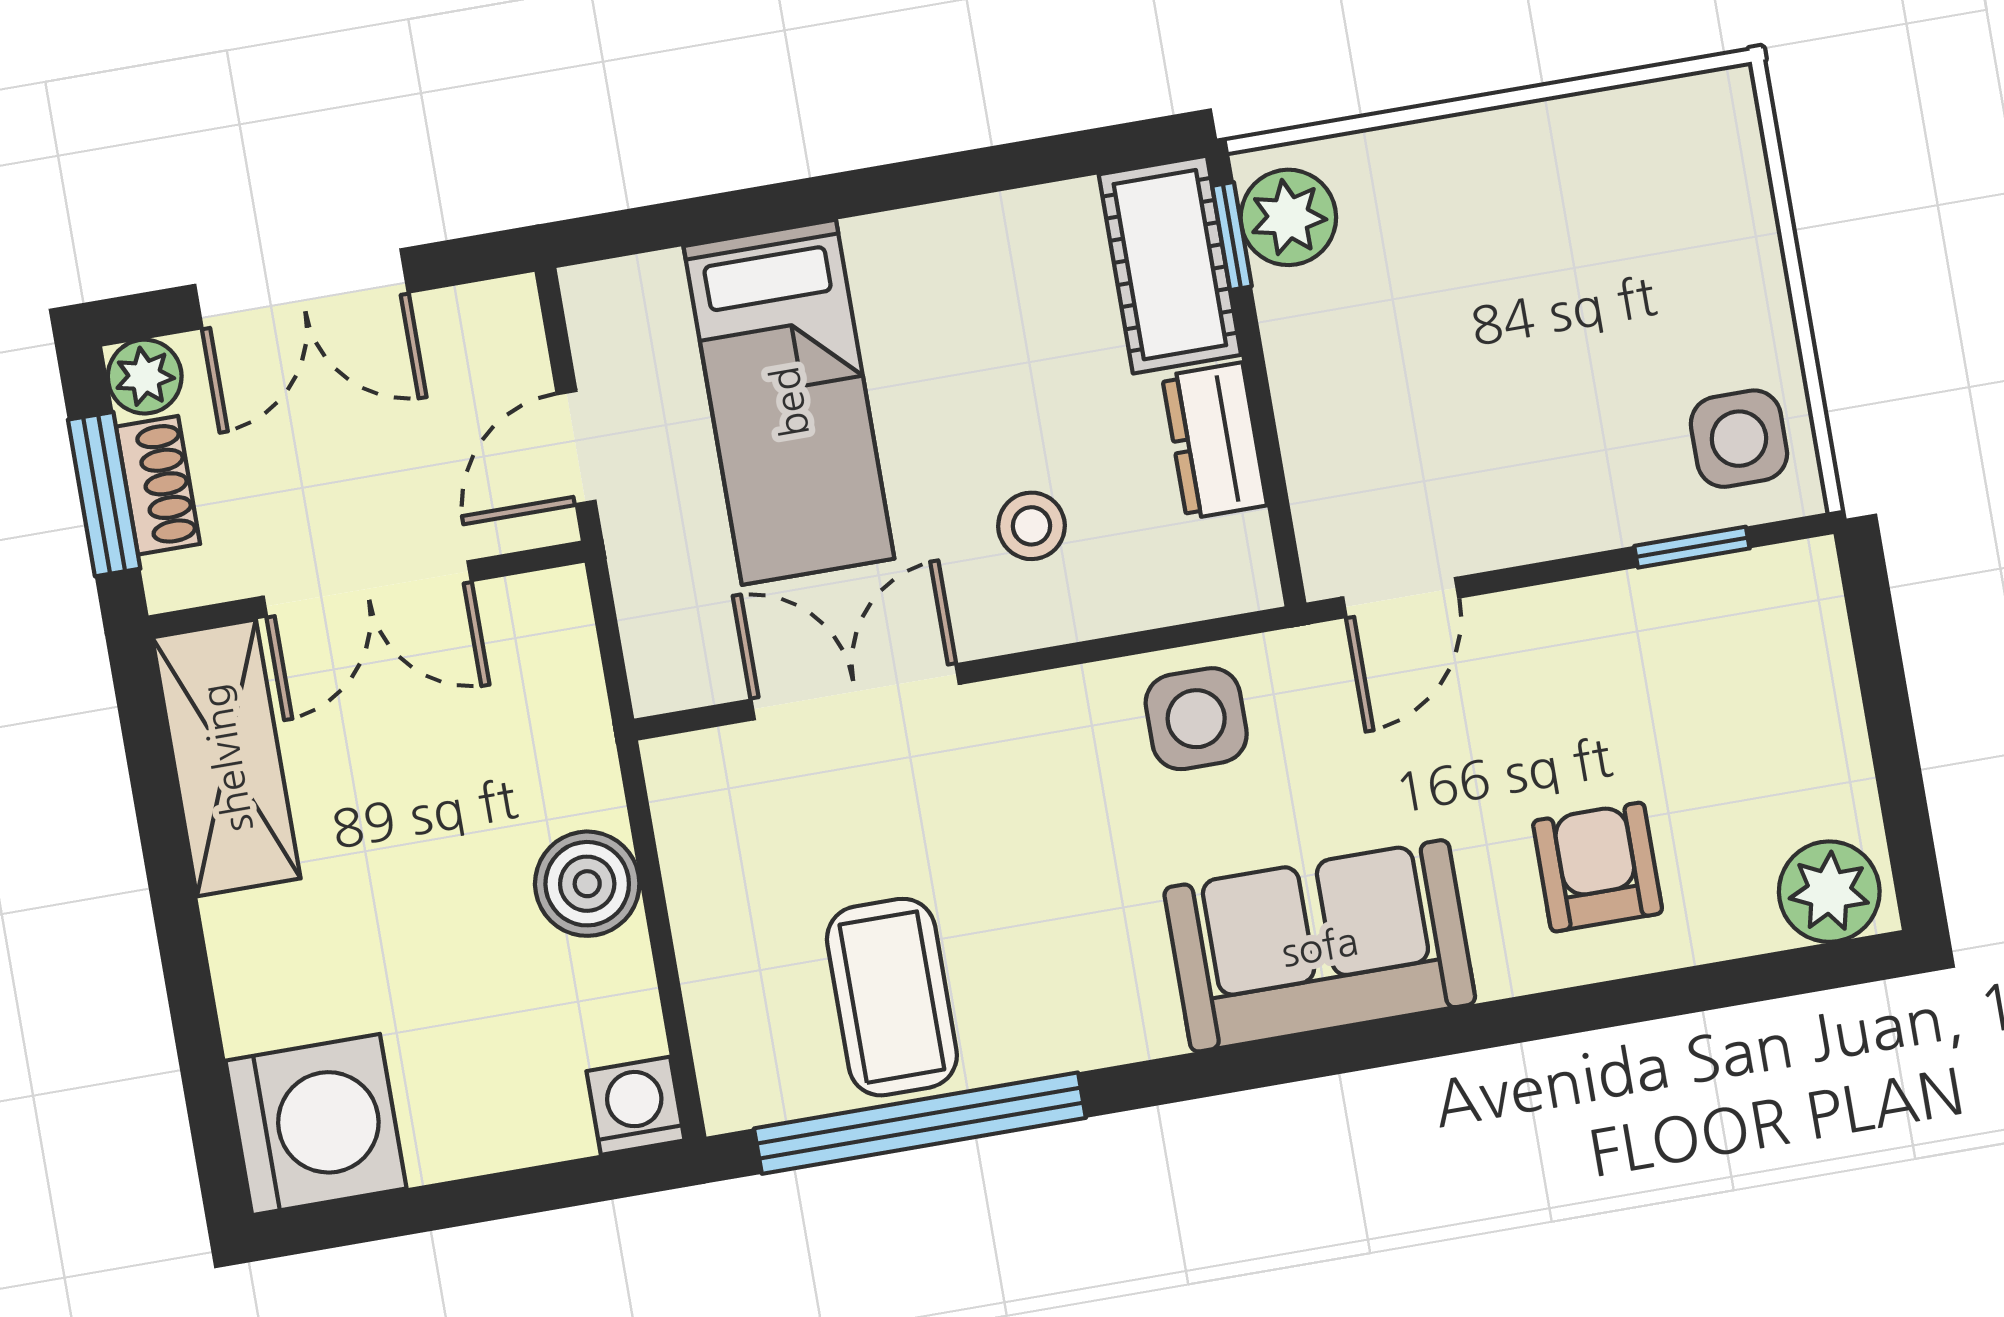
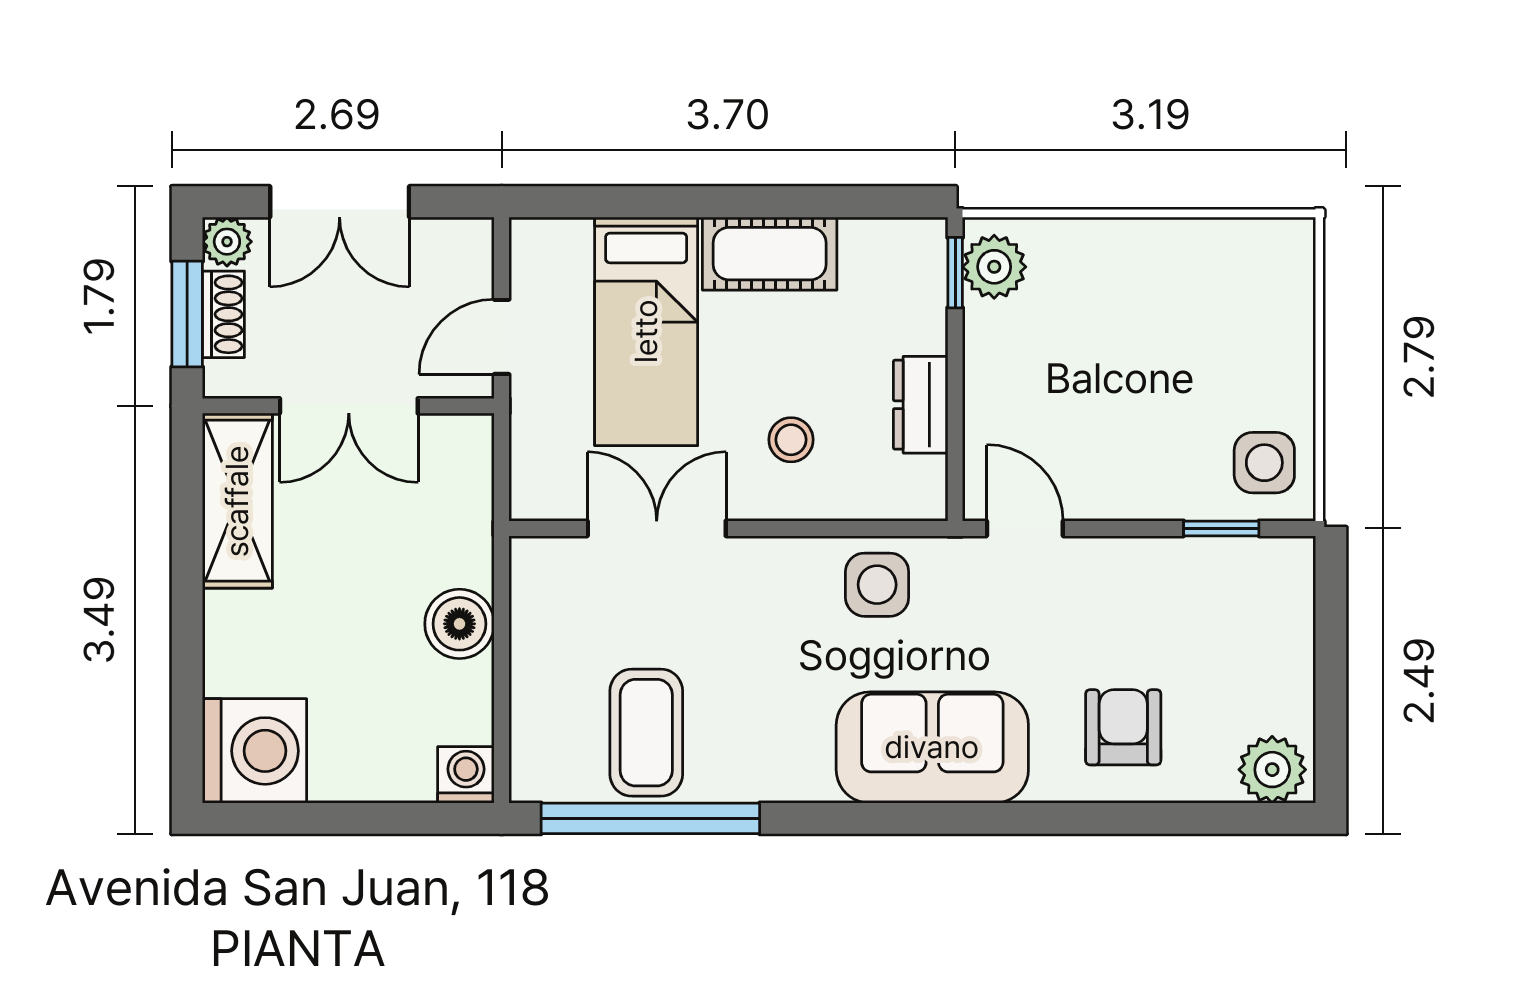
cot: (1170, 265) -> (770, 254), moved, turned 90
door: (1401, 597) -> (1025, 528), swing flipped

